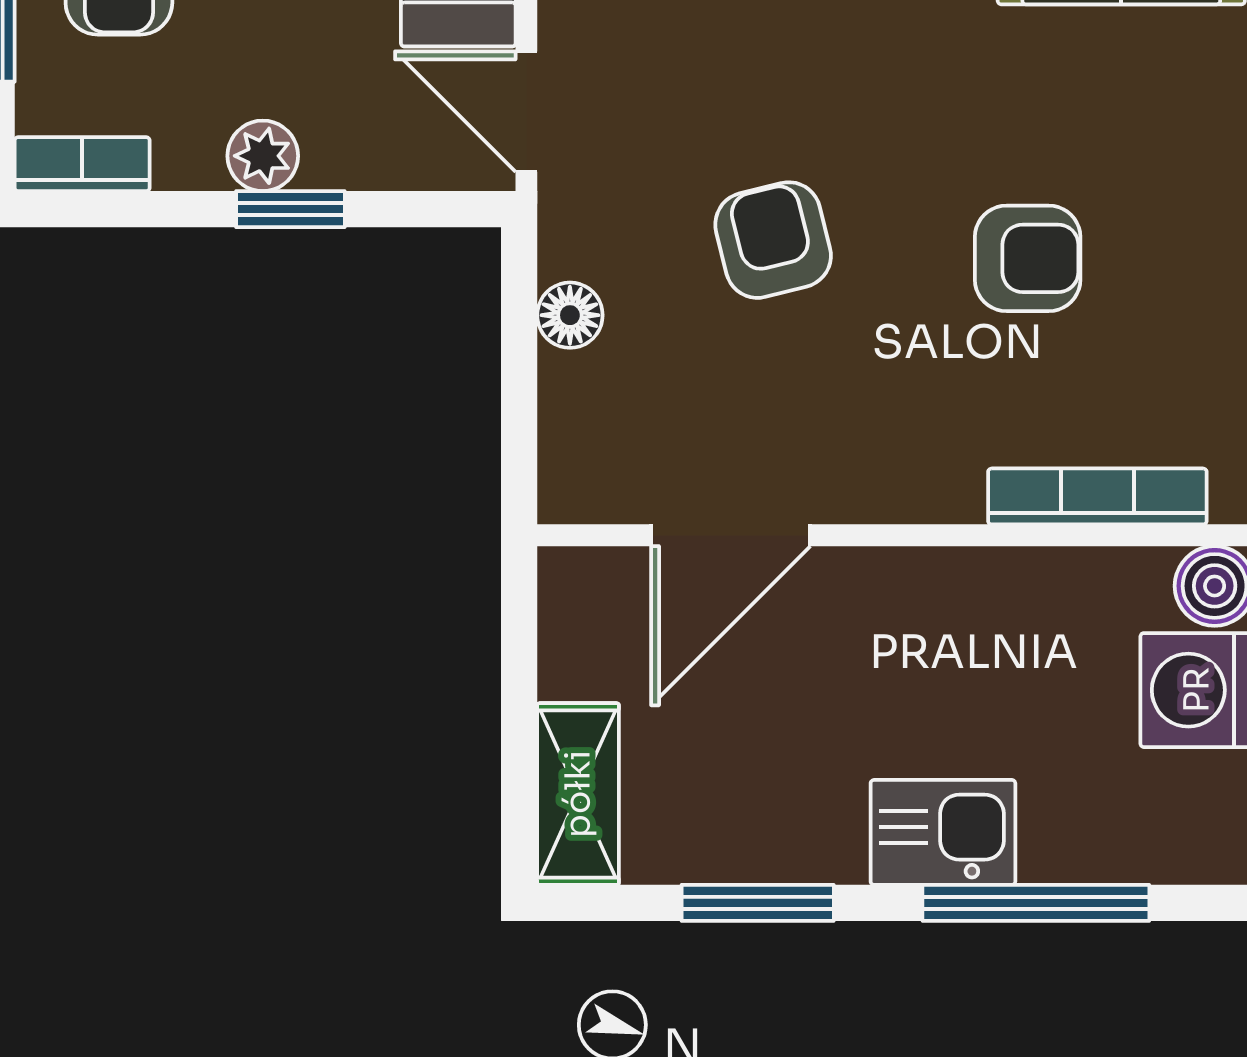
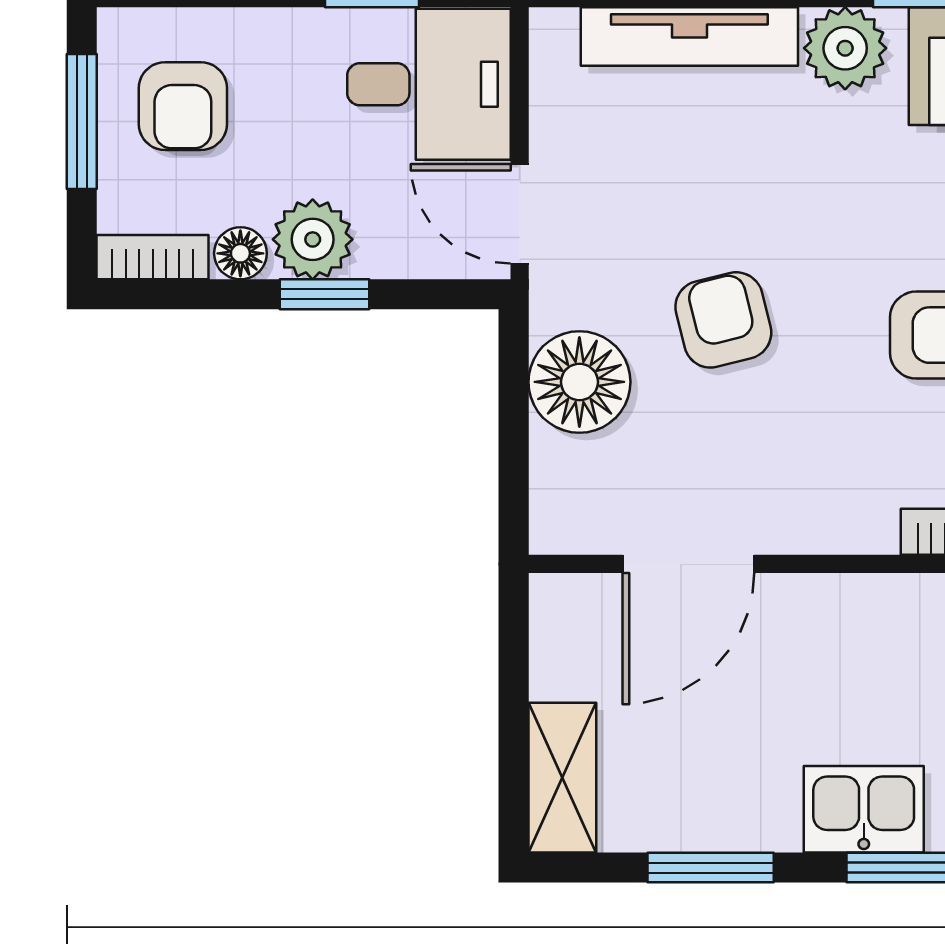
plant: (263, 156) -> (313, 239), width x1.38, depth x1.38
floor lamp: (189, 159) -> (240, 253), added
floor lamp: (570, 315) -> (579, 382), width x1.89, depth x1.89

